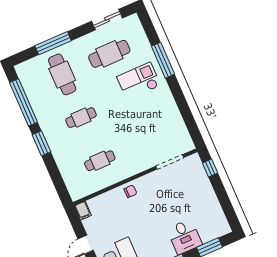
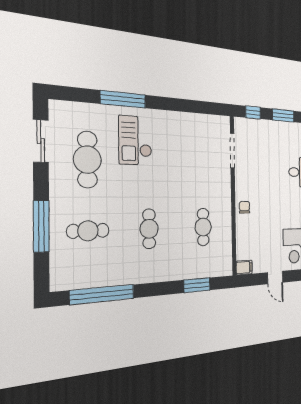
cafe table: (62, 74) -> (88, 231), width x0.73, depth x0.74
window: (41, 143) -> (197, 285), moved
window: (223, 198) -> (283, 116), added

